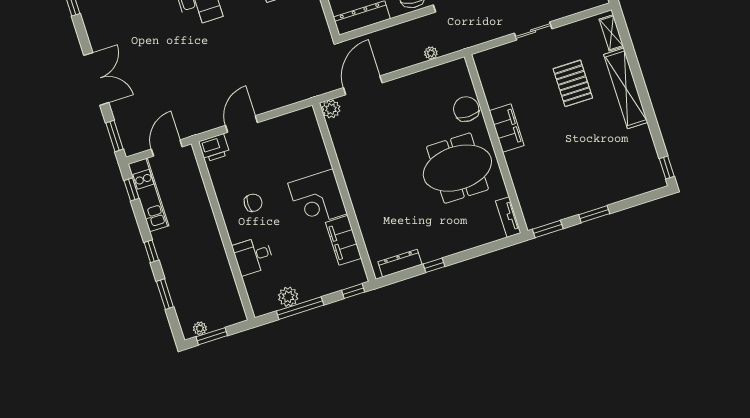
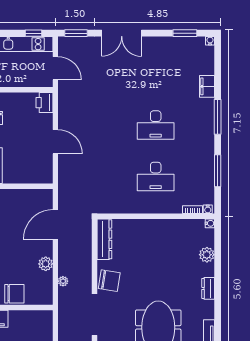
door: (363, 85) -> (55, 224), swing flipped
plant: (331, 109) -> (46, 264), moved
door: (242, 124) -> (55, 142), moved

